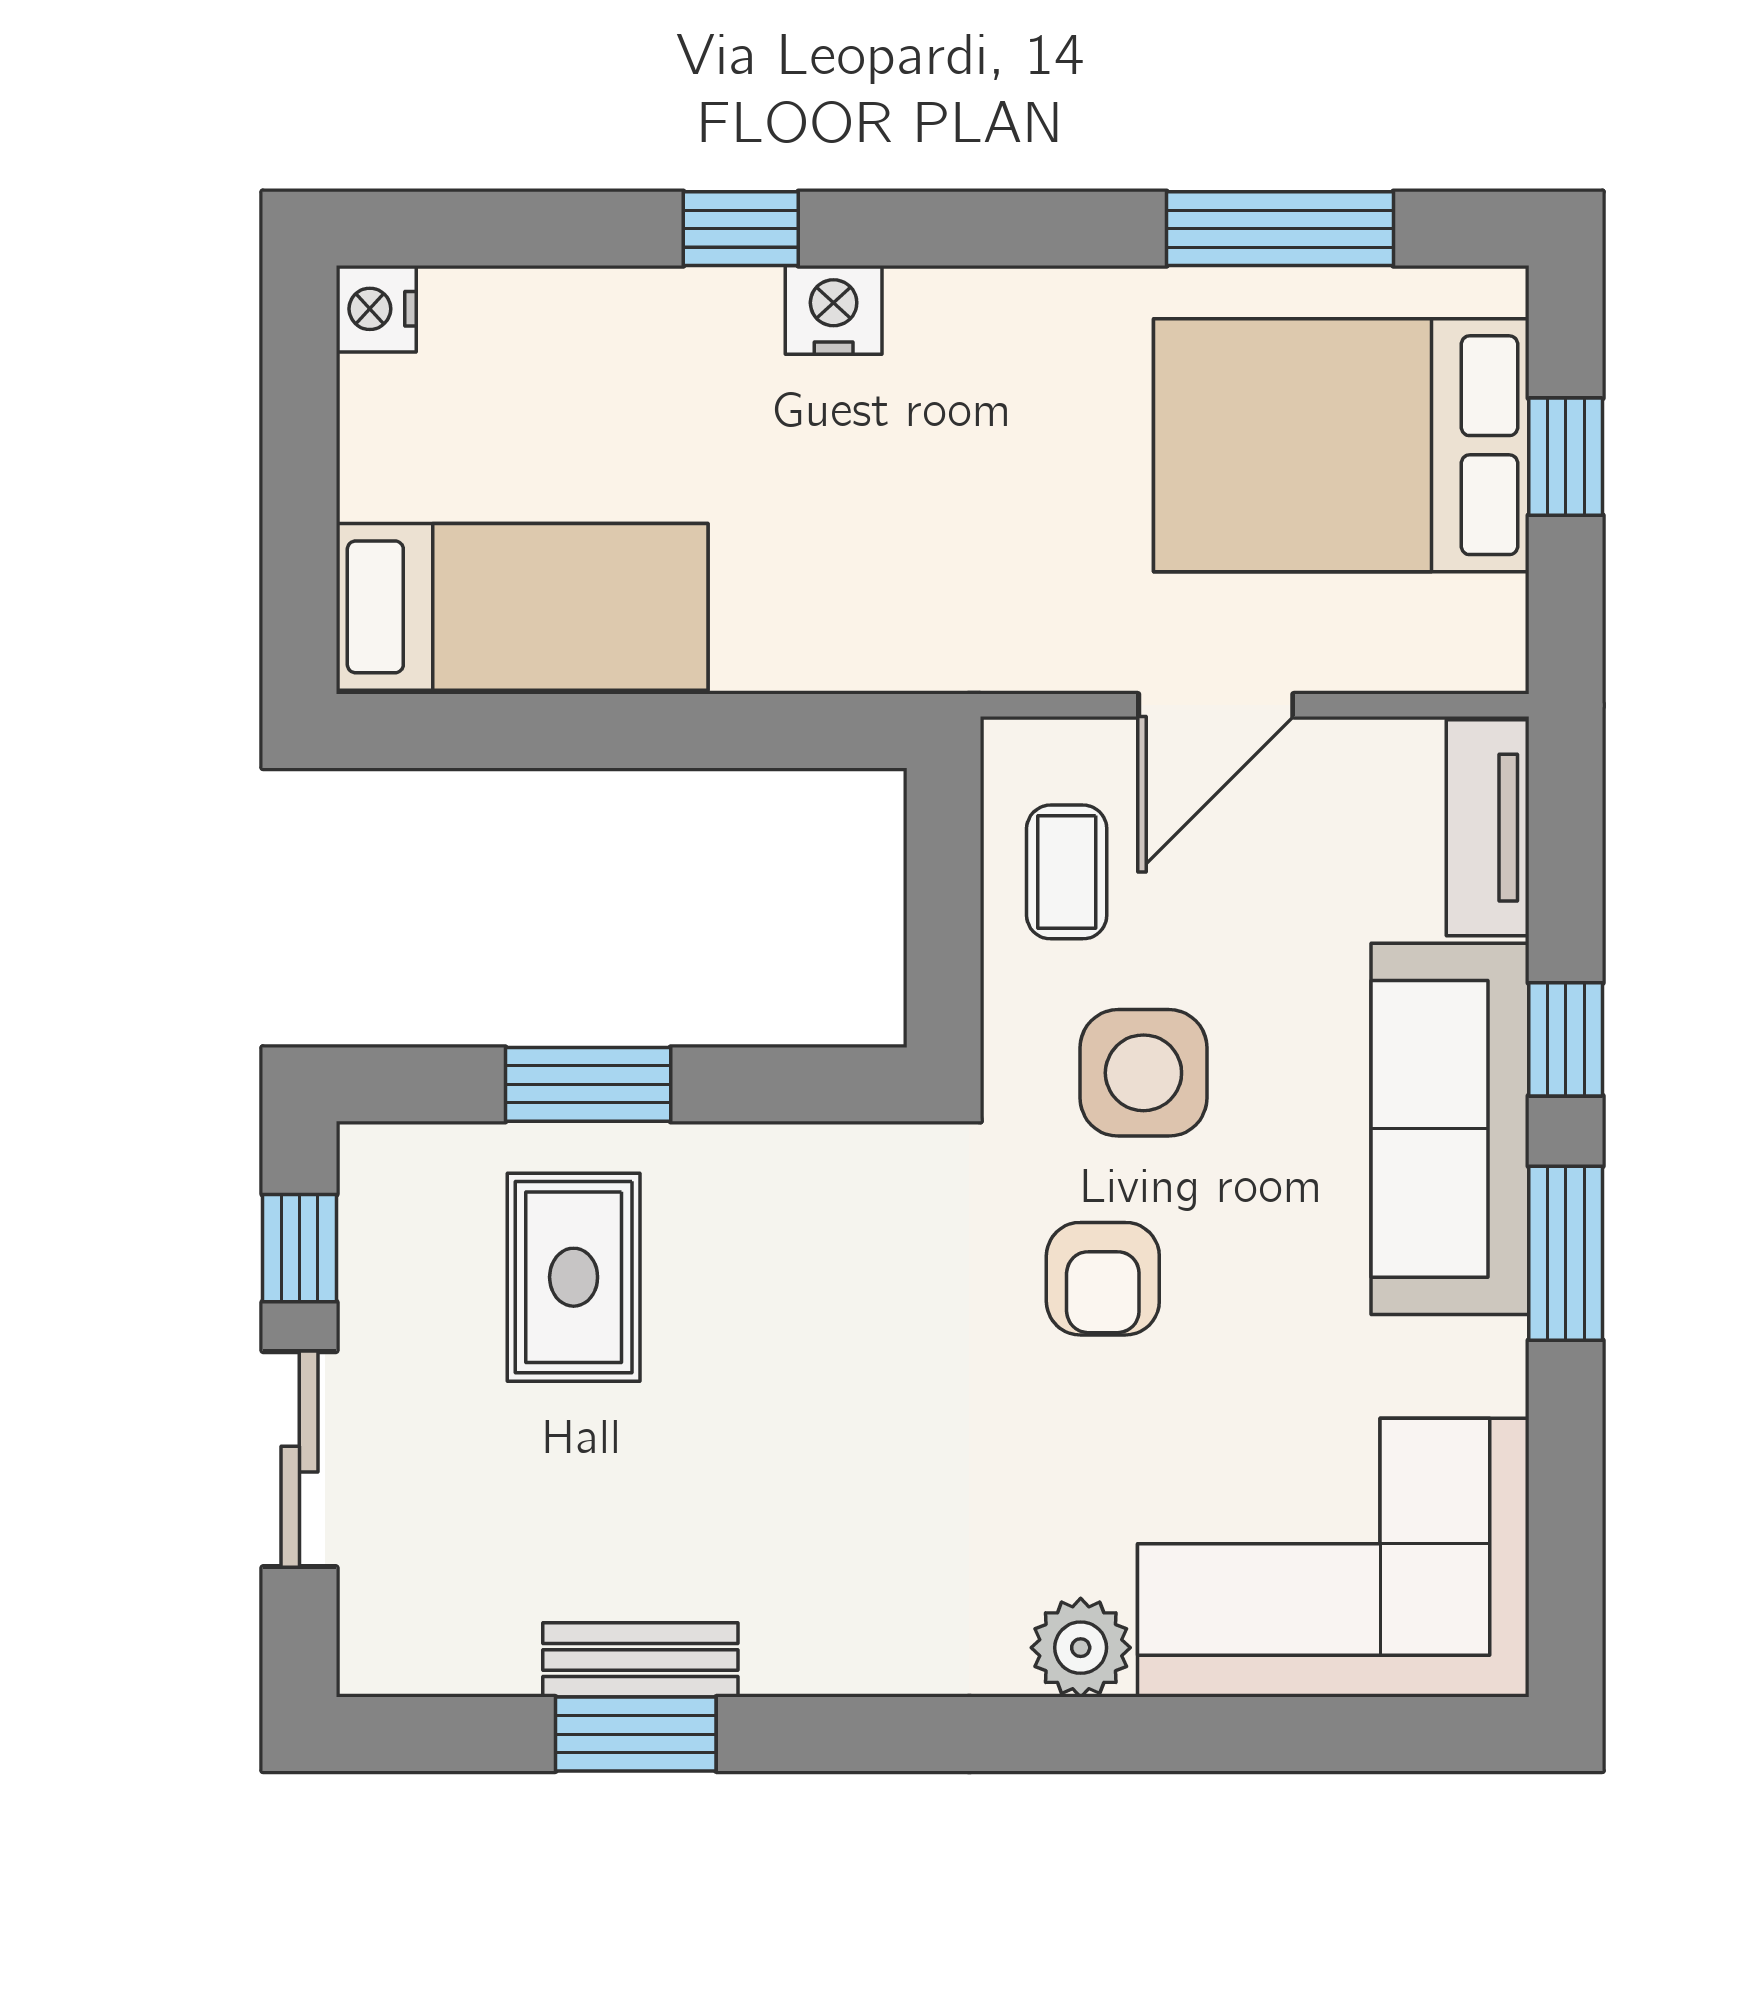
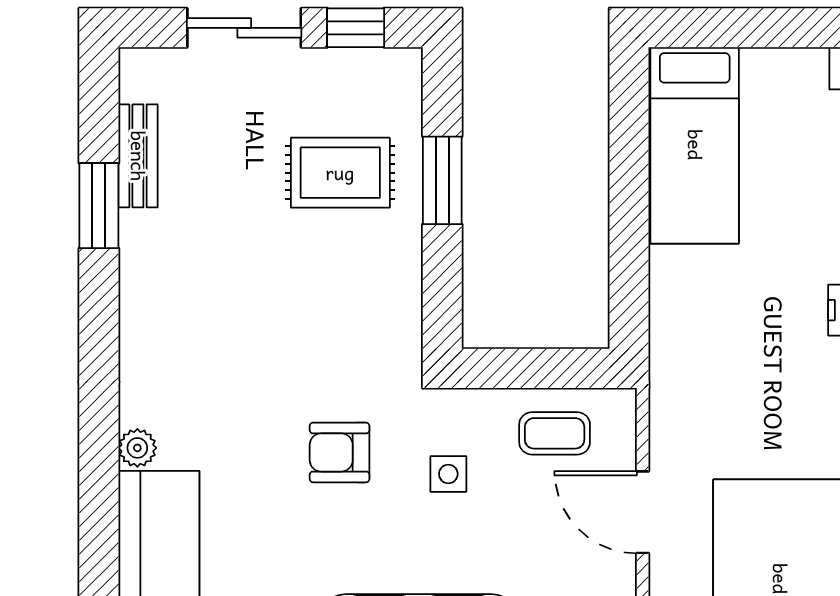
side table: (1143, 1073) -> (448, 474), width x0.54, depth x0.54
plant: (1081, 1648) -> (137, 448), width x0.73, depth x0.73
bench: (640, 1660) -> (138, 156), moved

